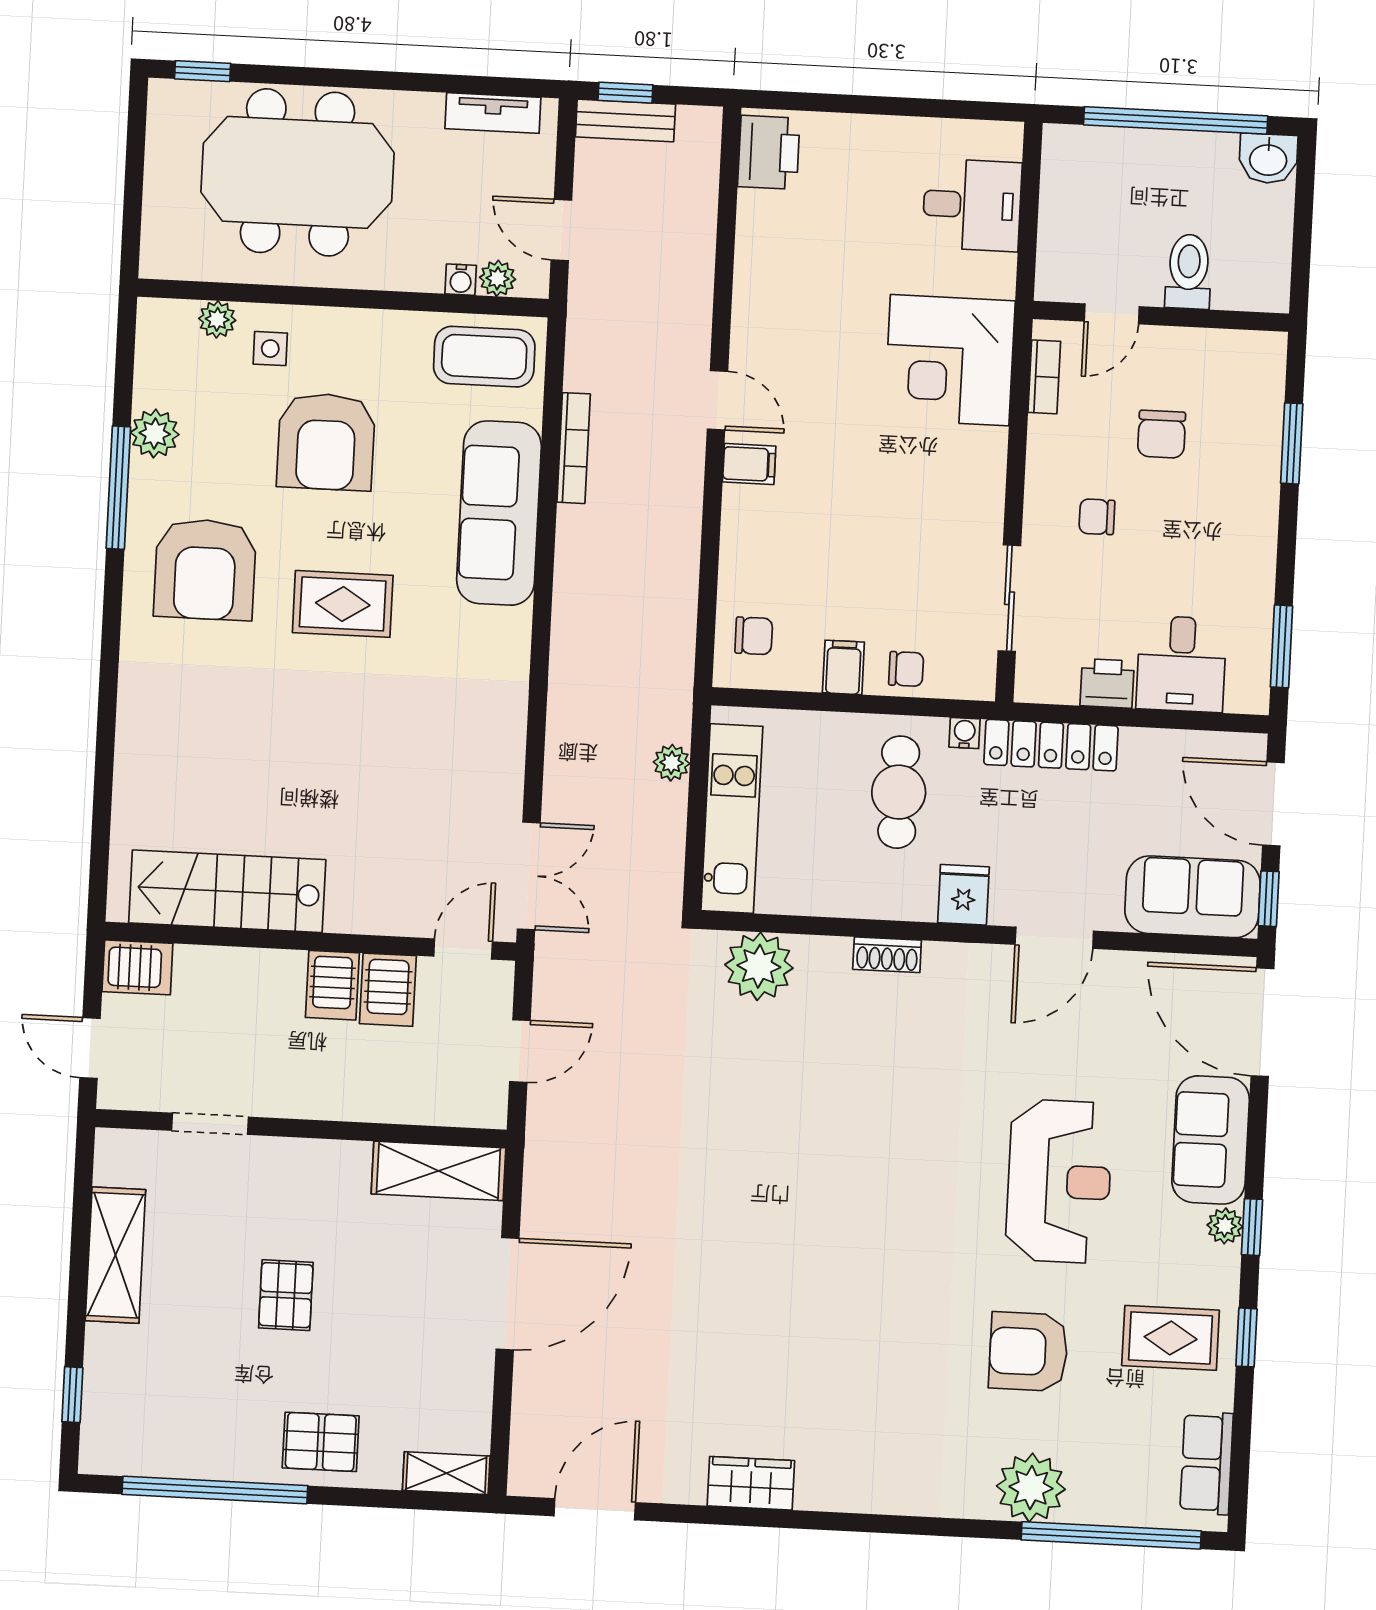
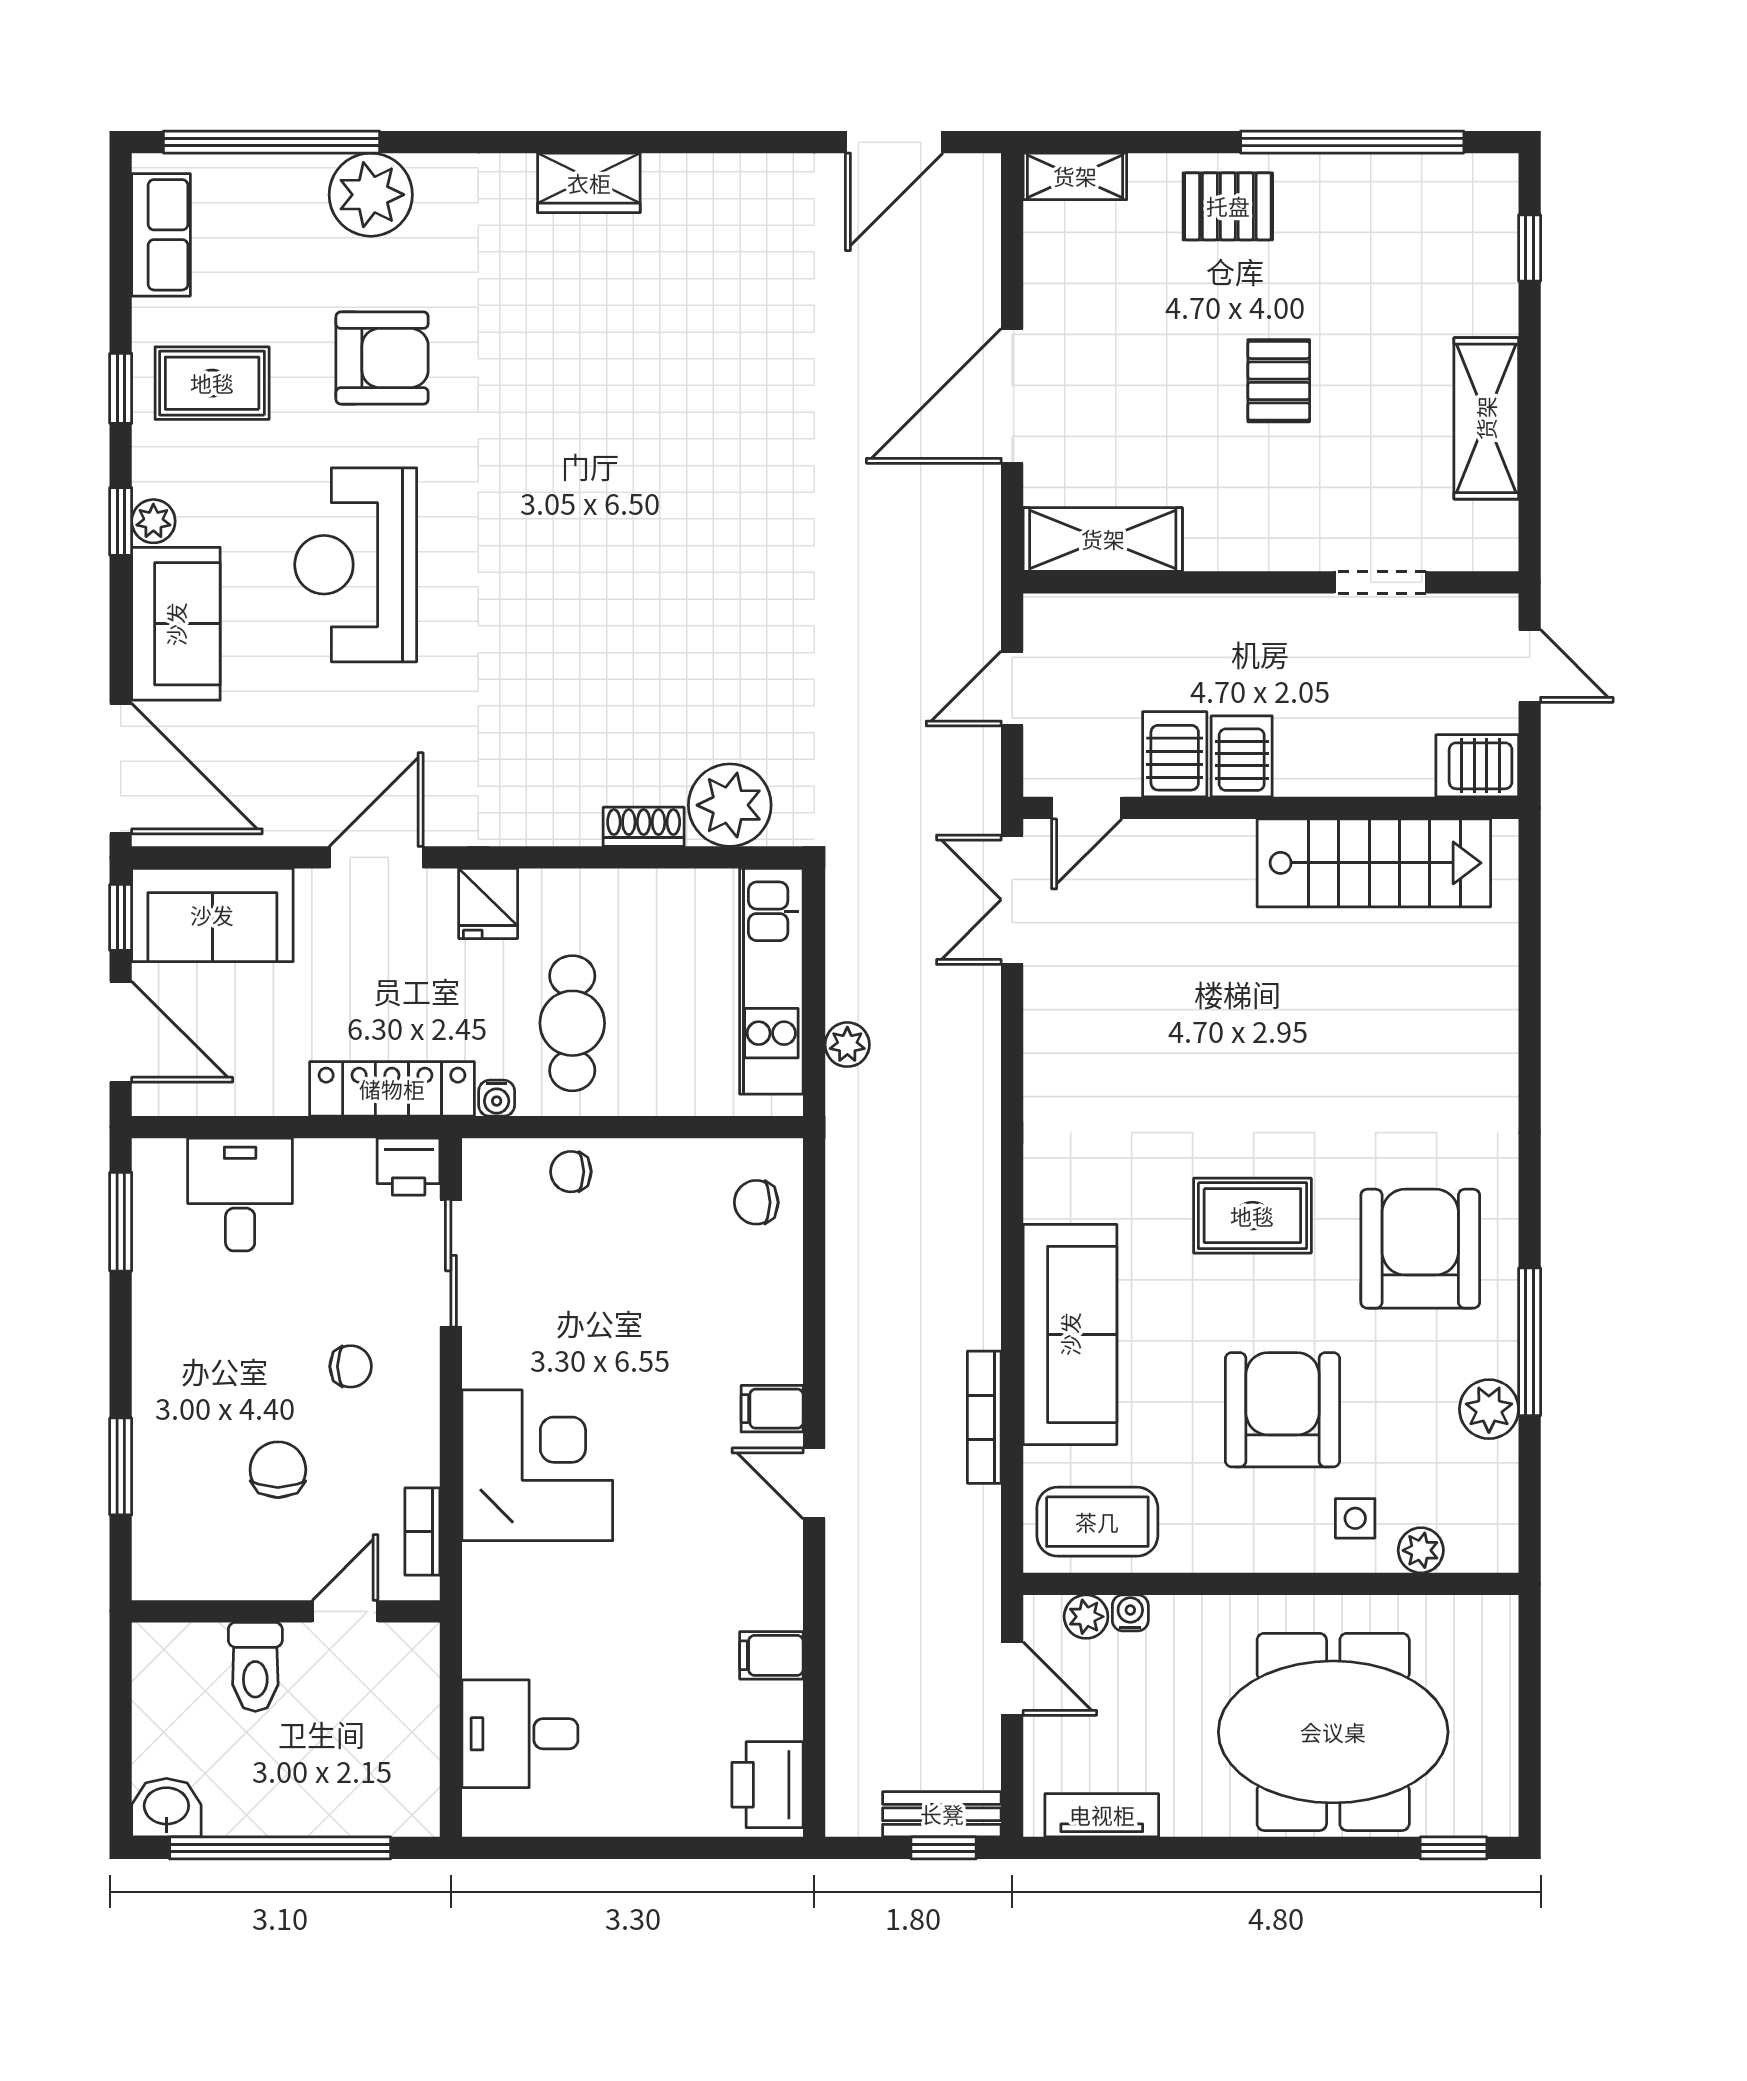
corner desk: (950, 360) -> (537, 1465), moved
filing cabinet: (843, 667) -> (771, 1655), moved, turned 90
printer: (1107, 683) -> (409, 1167), moved
shoe rack: (887, 955) -> (644, 827), moved
wardrobe: (751, 1483) -> (589, 183), moved

